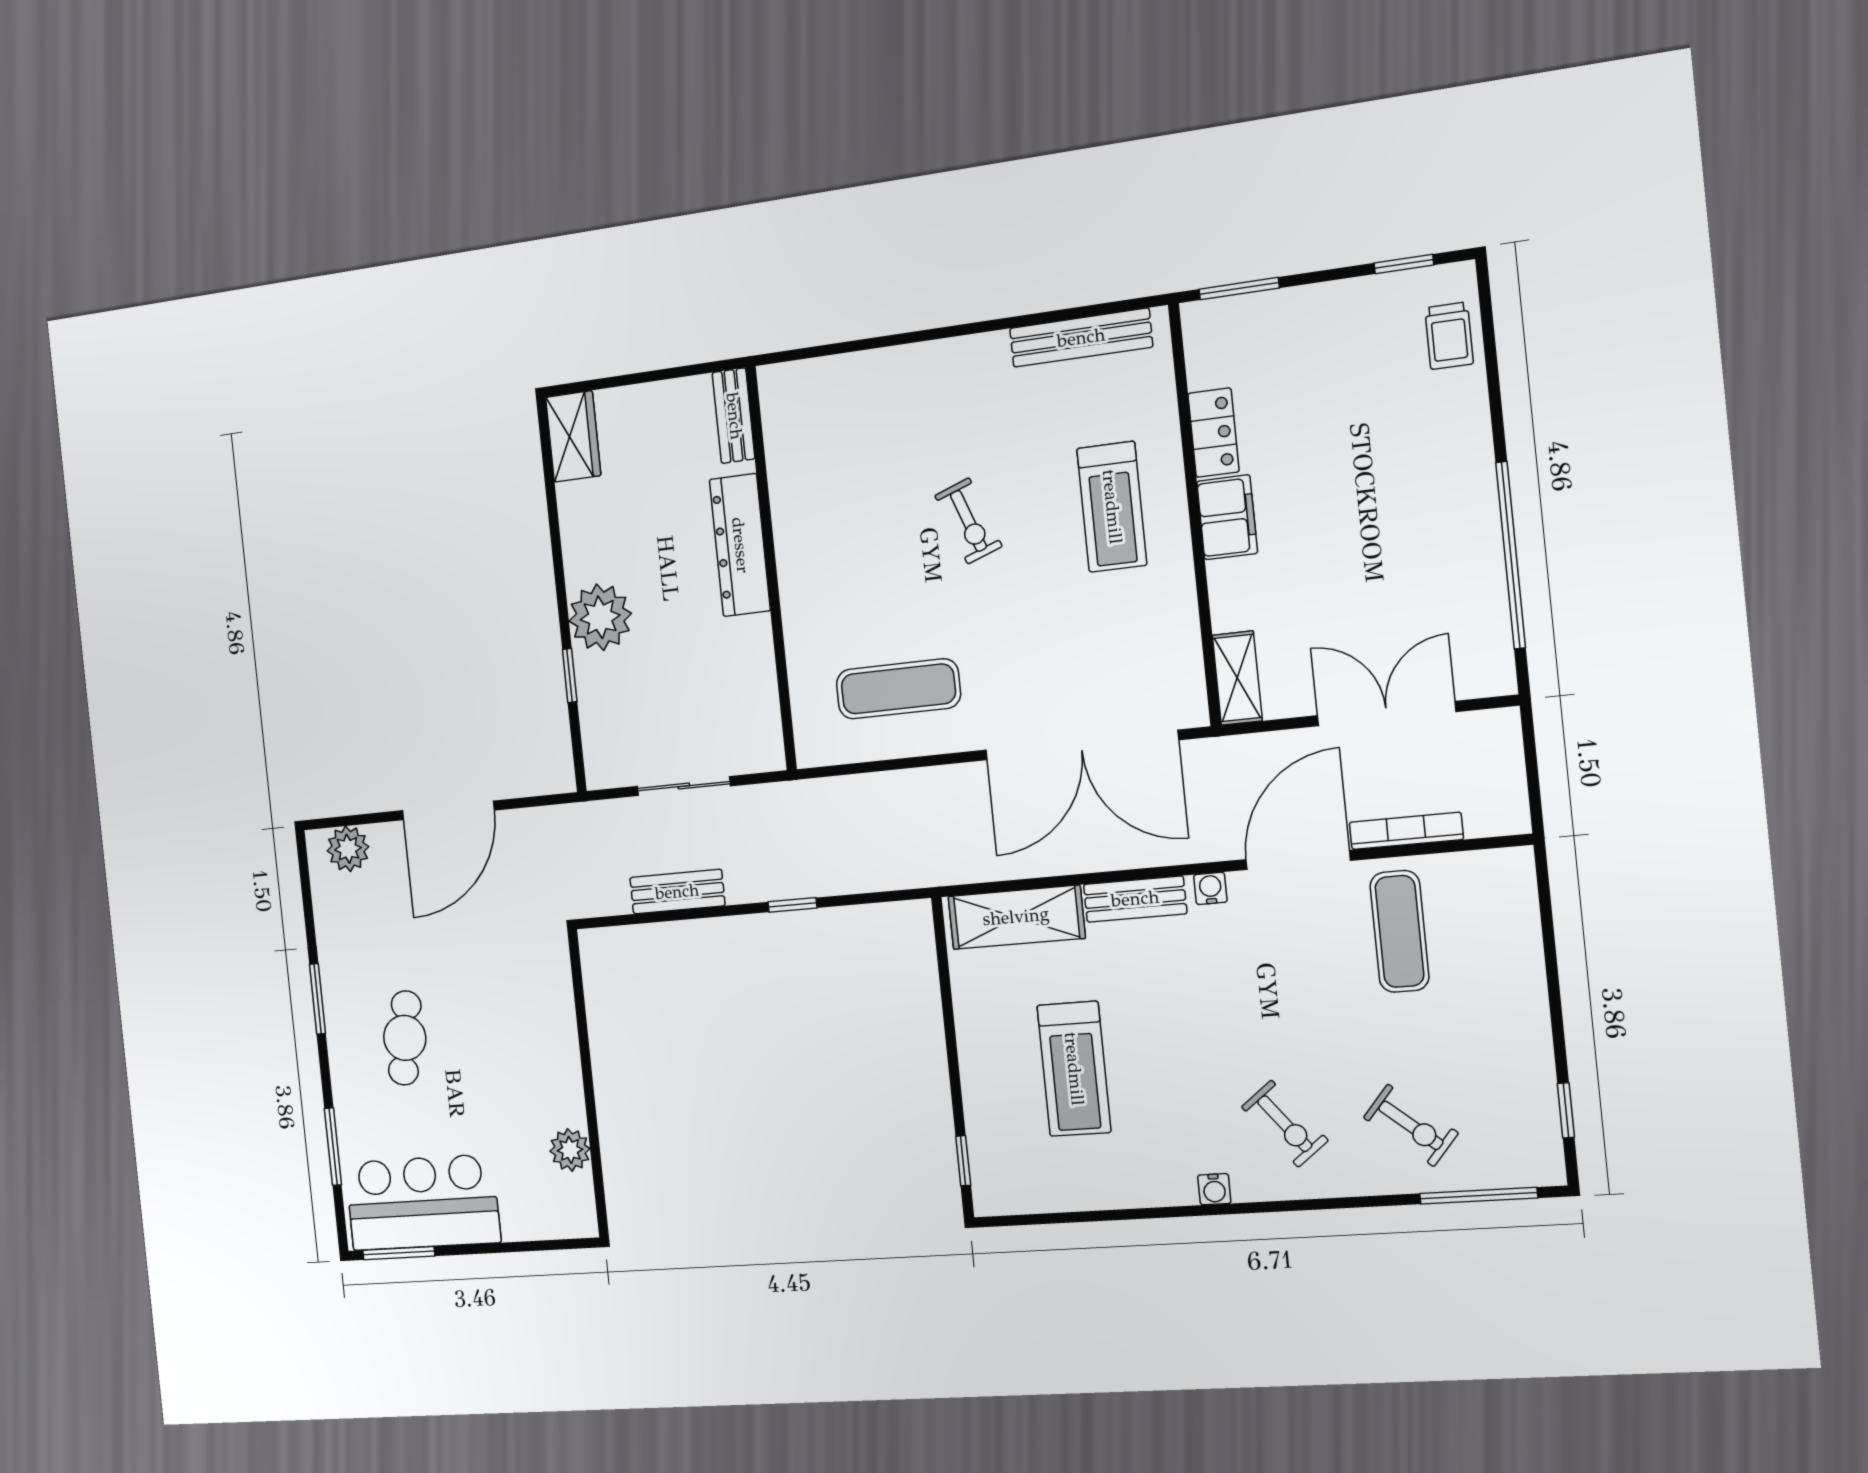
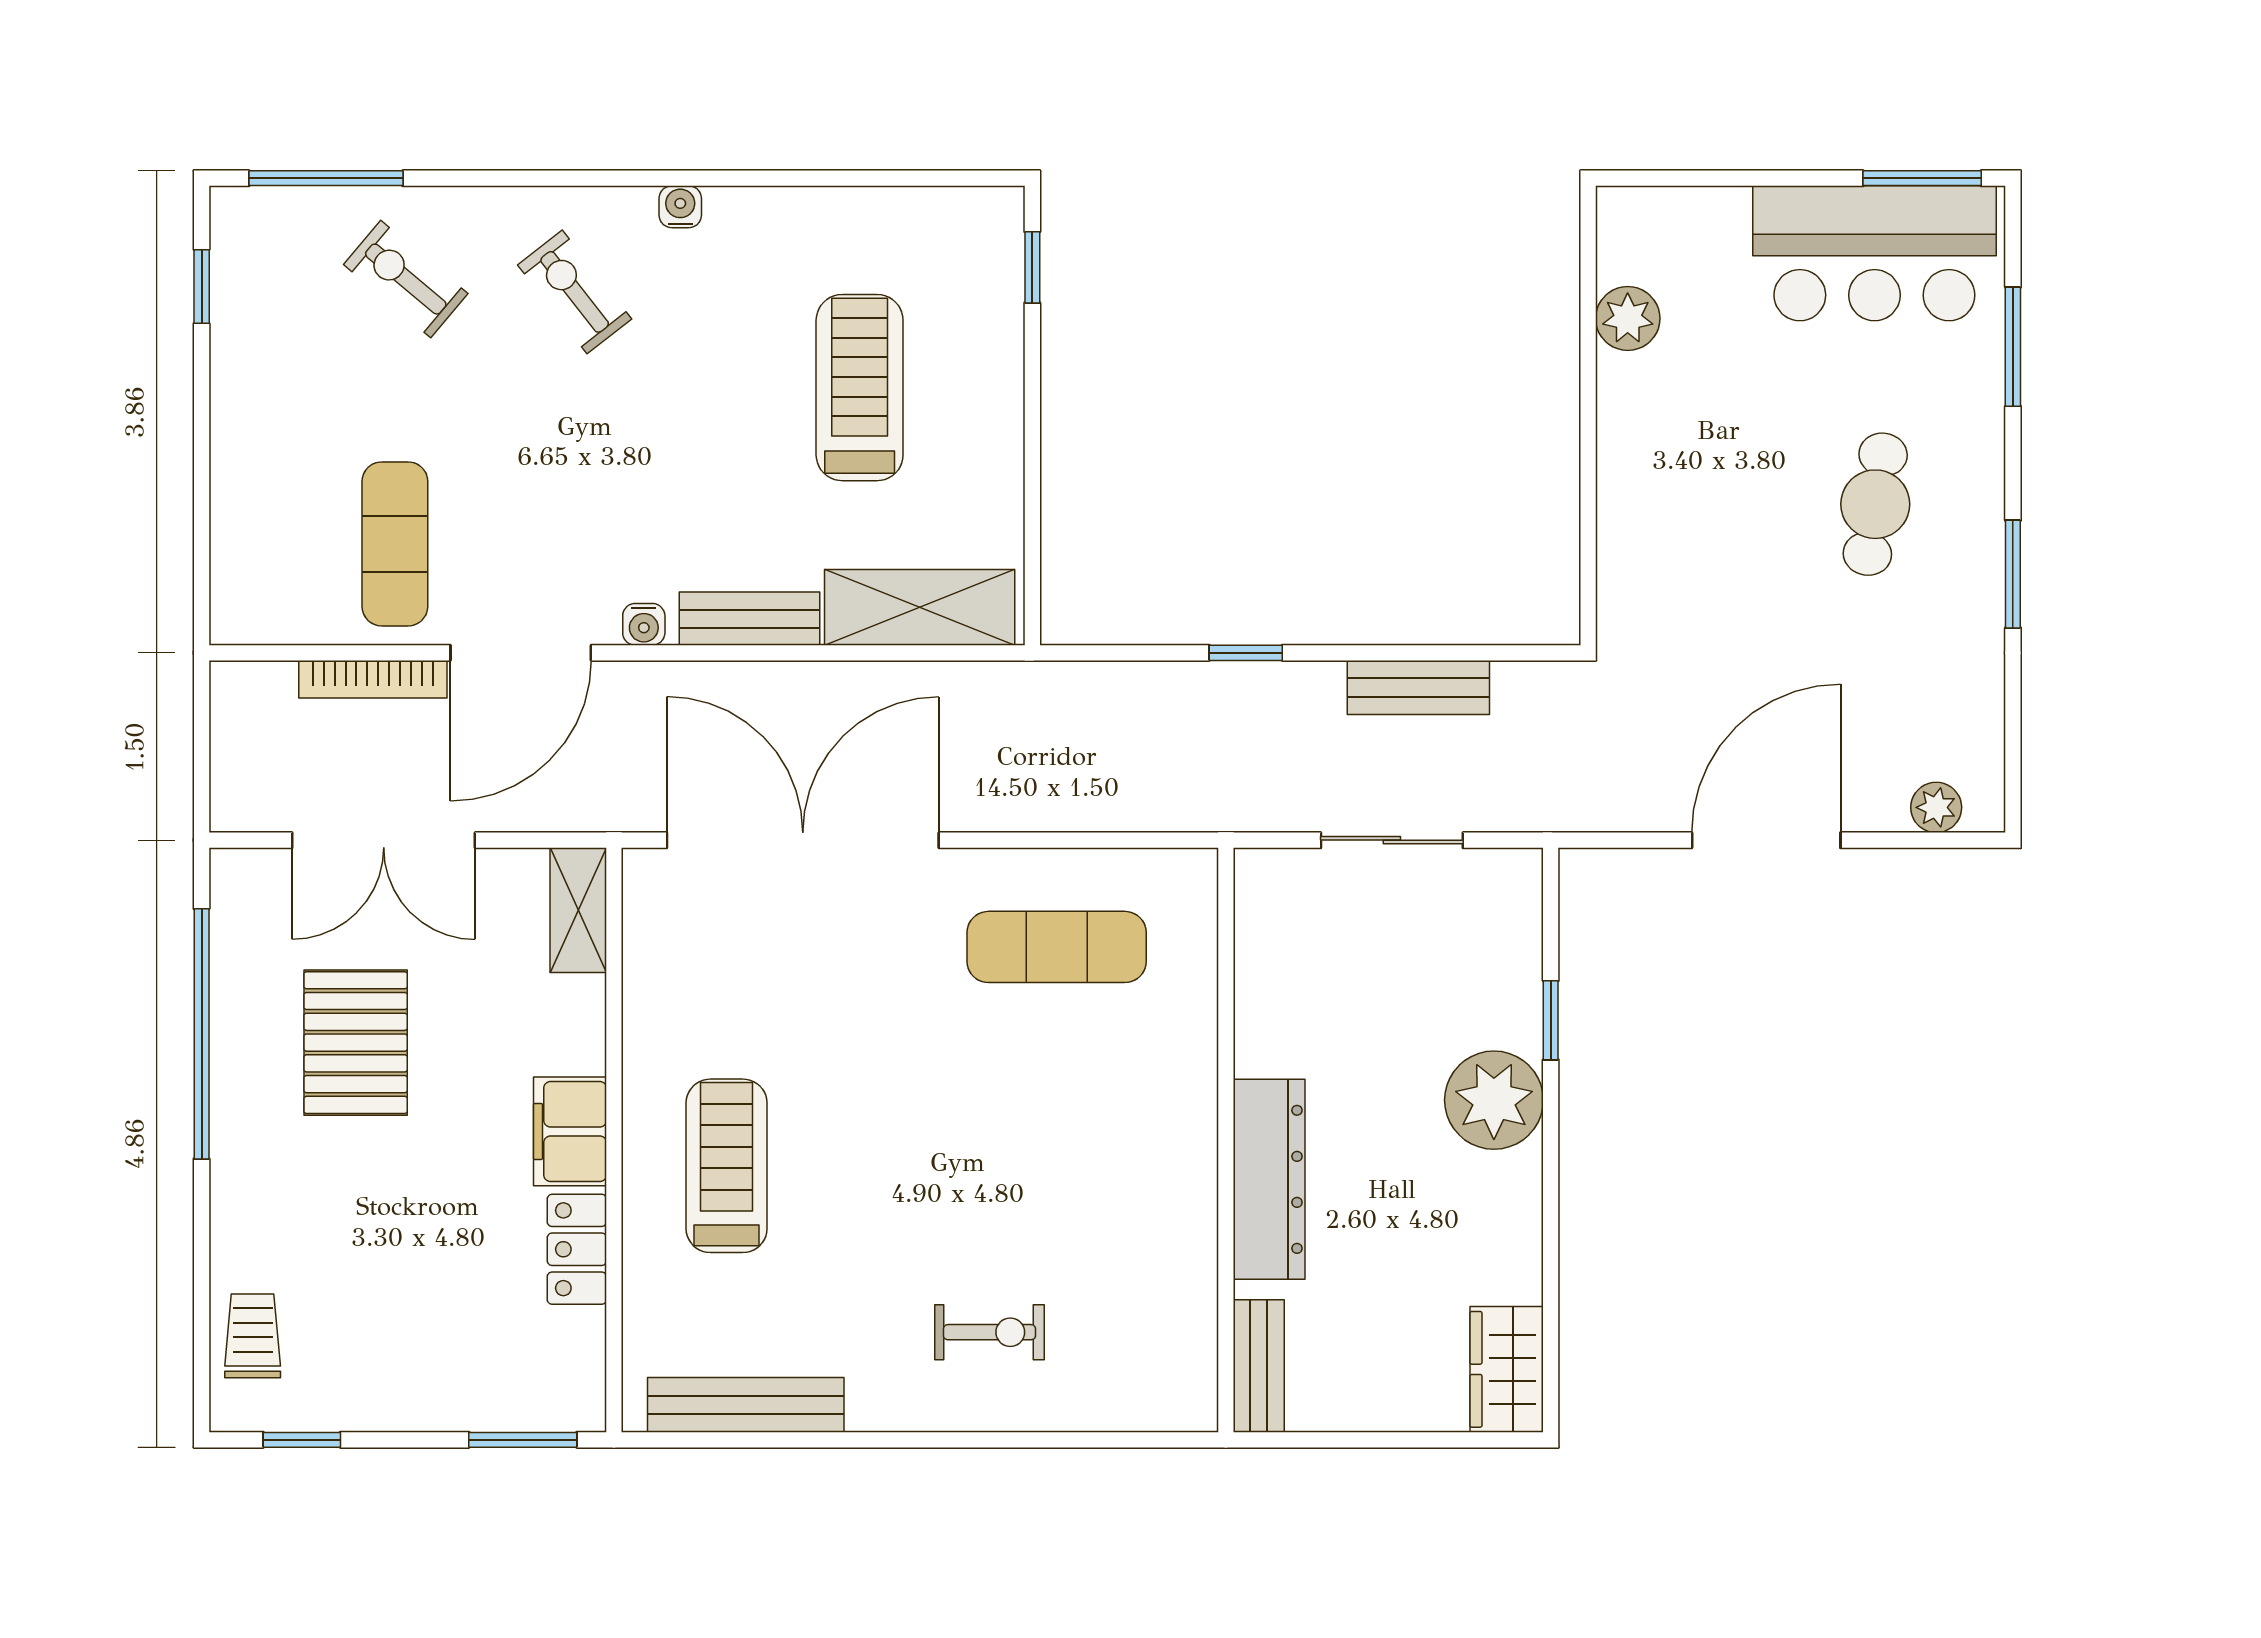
exercise bike: (968, 521) -> (989, 1332), moved, turned 110
pallet: (1393, 563) -> (356, 1043), added
plant: (348, 849) -> (1936, 807), width x0.73, depth x0.73

